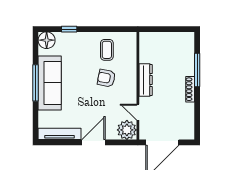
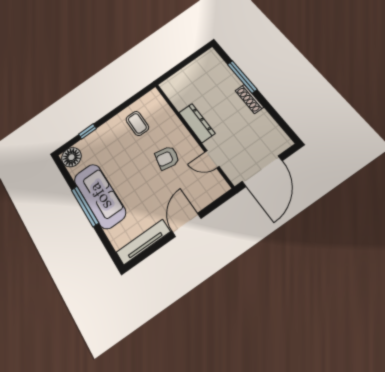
armchair: (106, 78) -> (167, 158), moved
plant: (127, 130) -> (214, 186), removed

